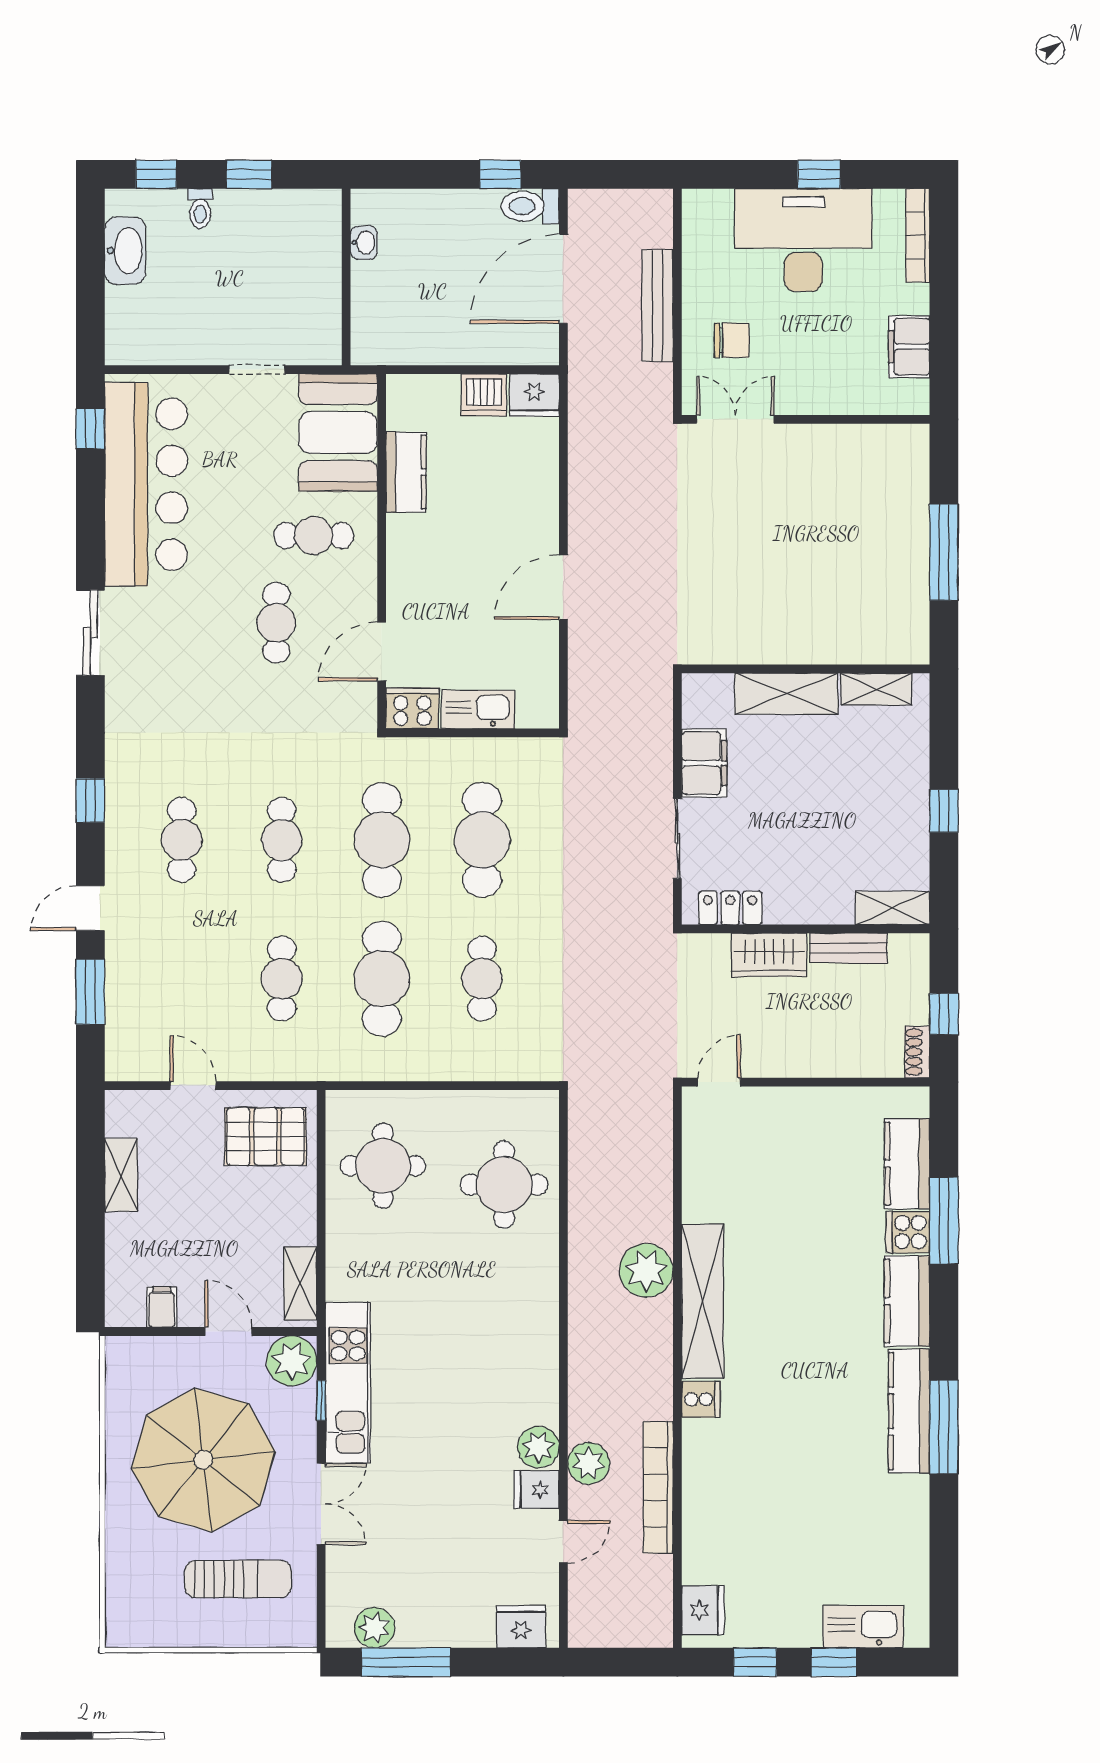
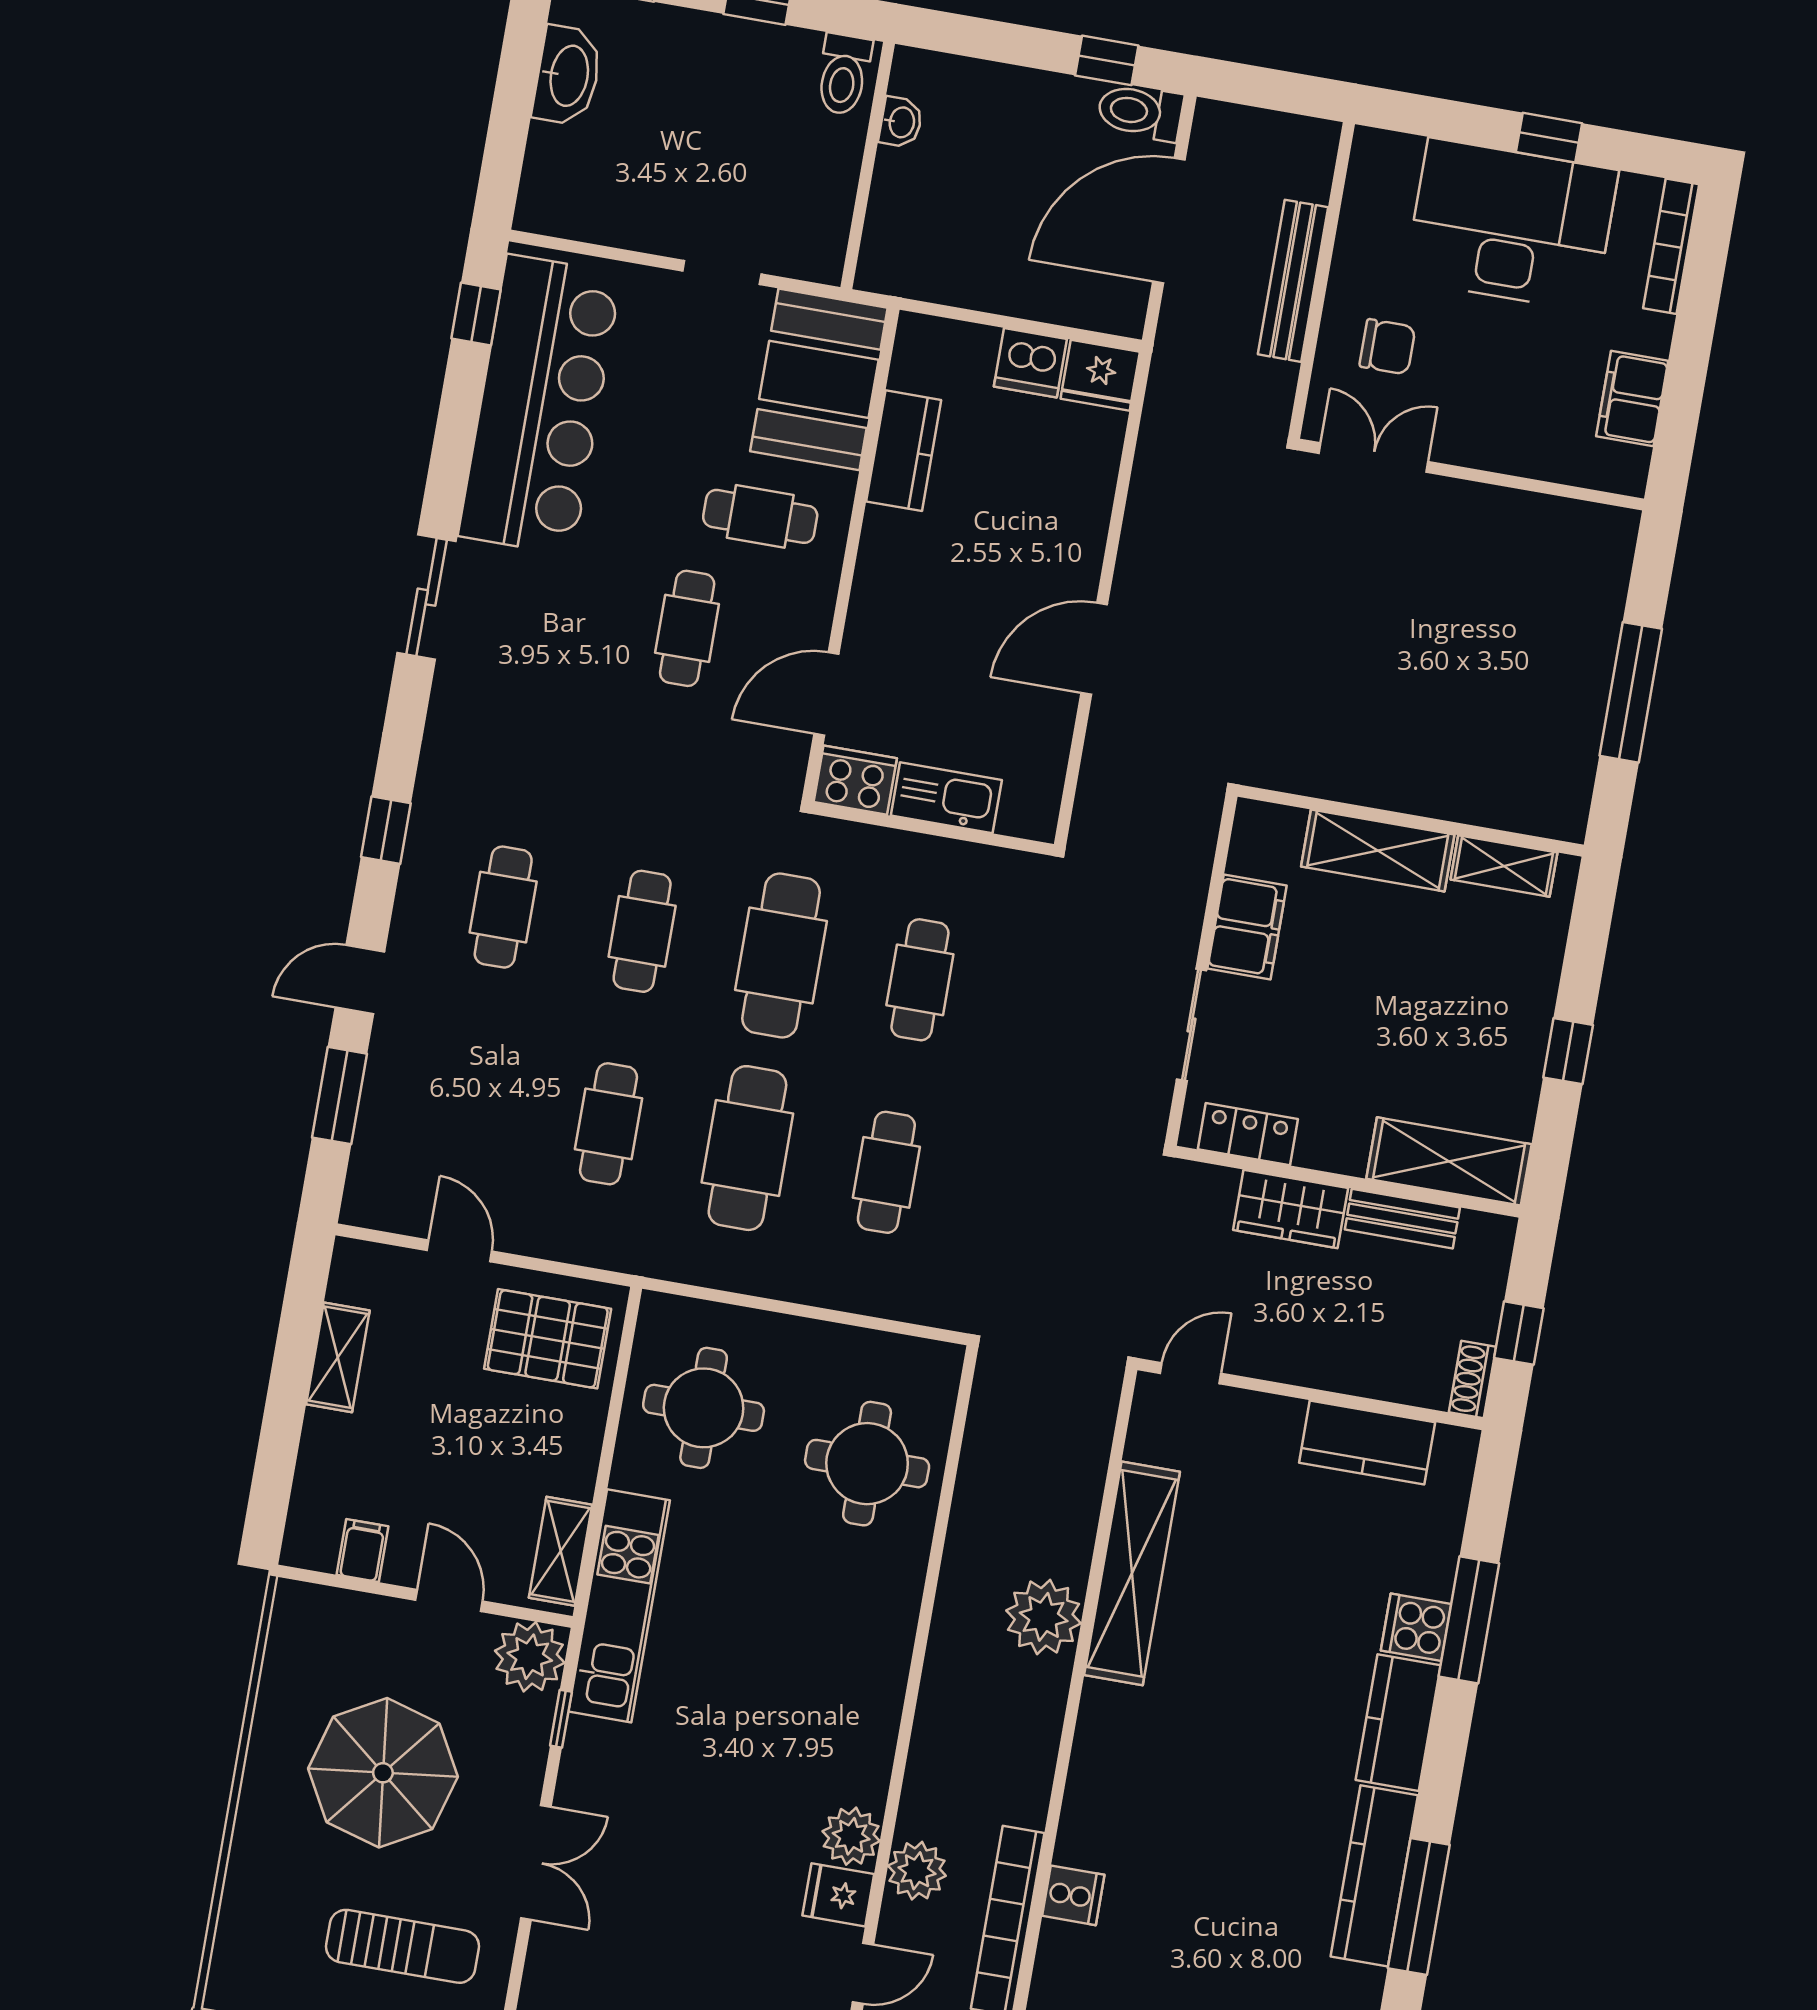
toilet: (200, 208) -> (844, 74), moved, width x1.37, depth x1.39
cafe table: (482, 840) -> (920, 980), width x0.73, depth x0.74
shelving: (893, 908) -> (1449, 1161), width x1.50, depth x1.33
kitchen counter: (907, 1164) -> (1367, 1442), moved, turned -90
shelving: (703, 1301) -> (1132, 1573), moved
kitchen unit: (348, 1382) -> (619, 1606), moved
cooker: (701, 1399) -> (1073, 1895), moved
parasol: (203, 1460) -> (383, 1773), width x0.73, depth x0.73

